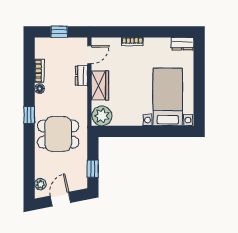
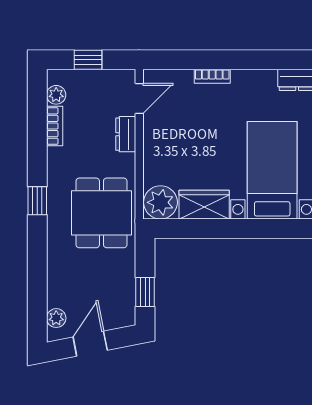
plant: (40, 52) -> (56, 95), added
wardrobe: (100, 86) -> (204, 205), moved, turned -90
floor lamp: (40, 89) -> (55, 156), removed
dining table: (58, 134) -> (101, 213), moved, turned 90

